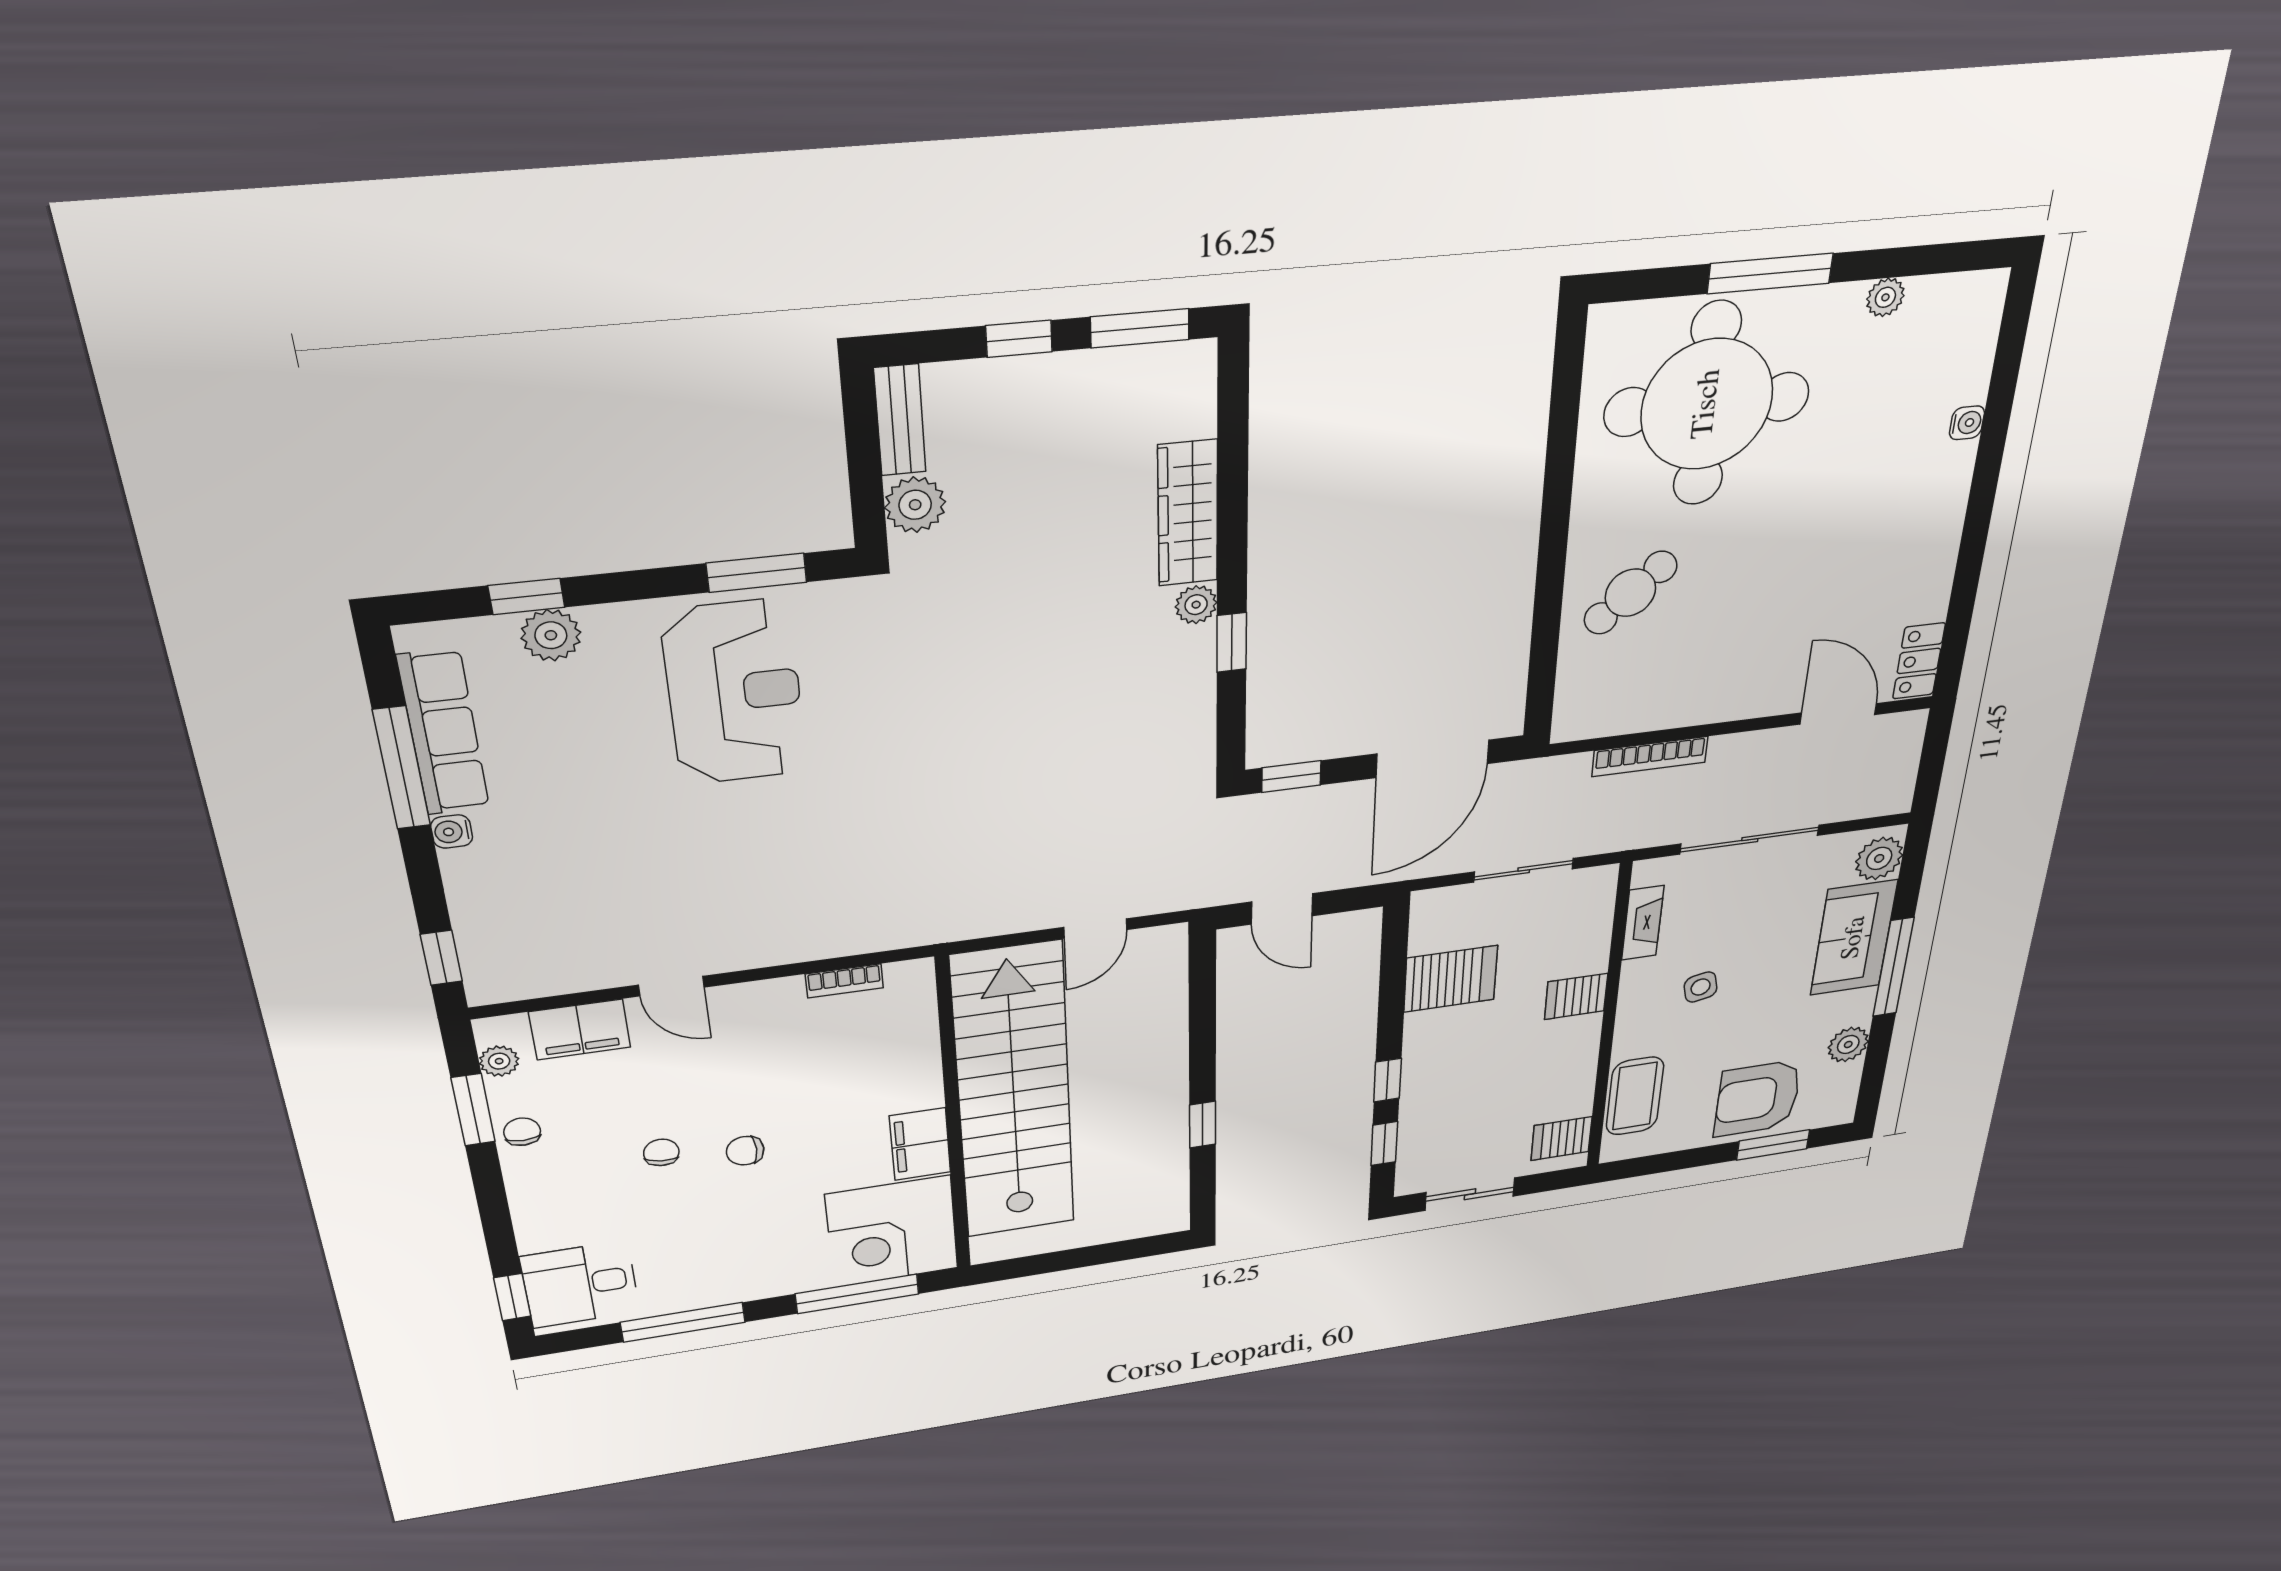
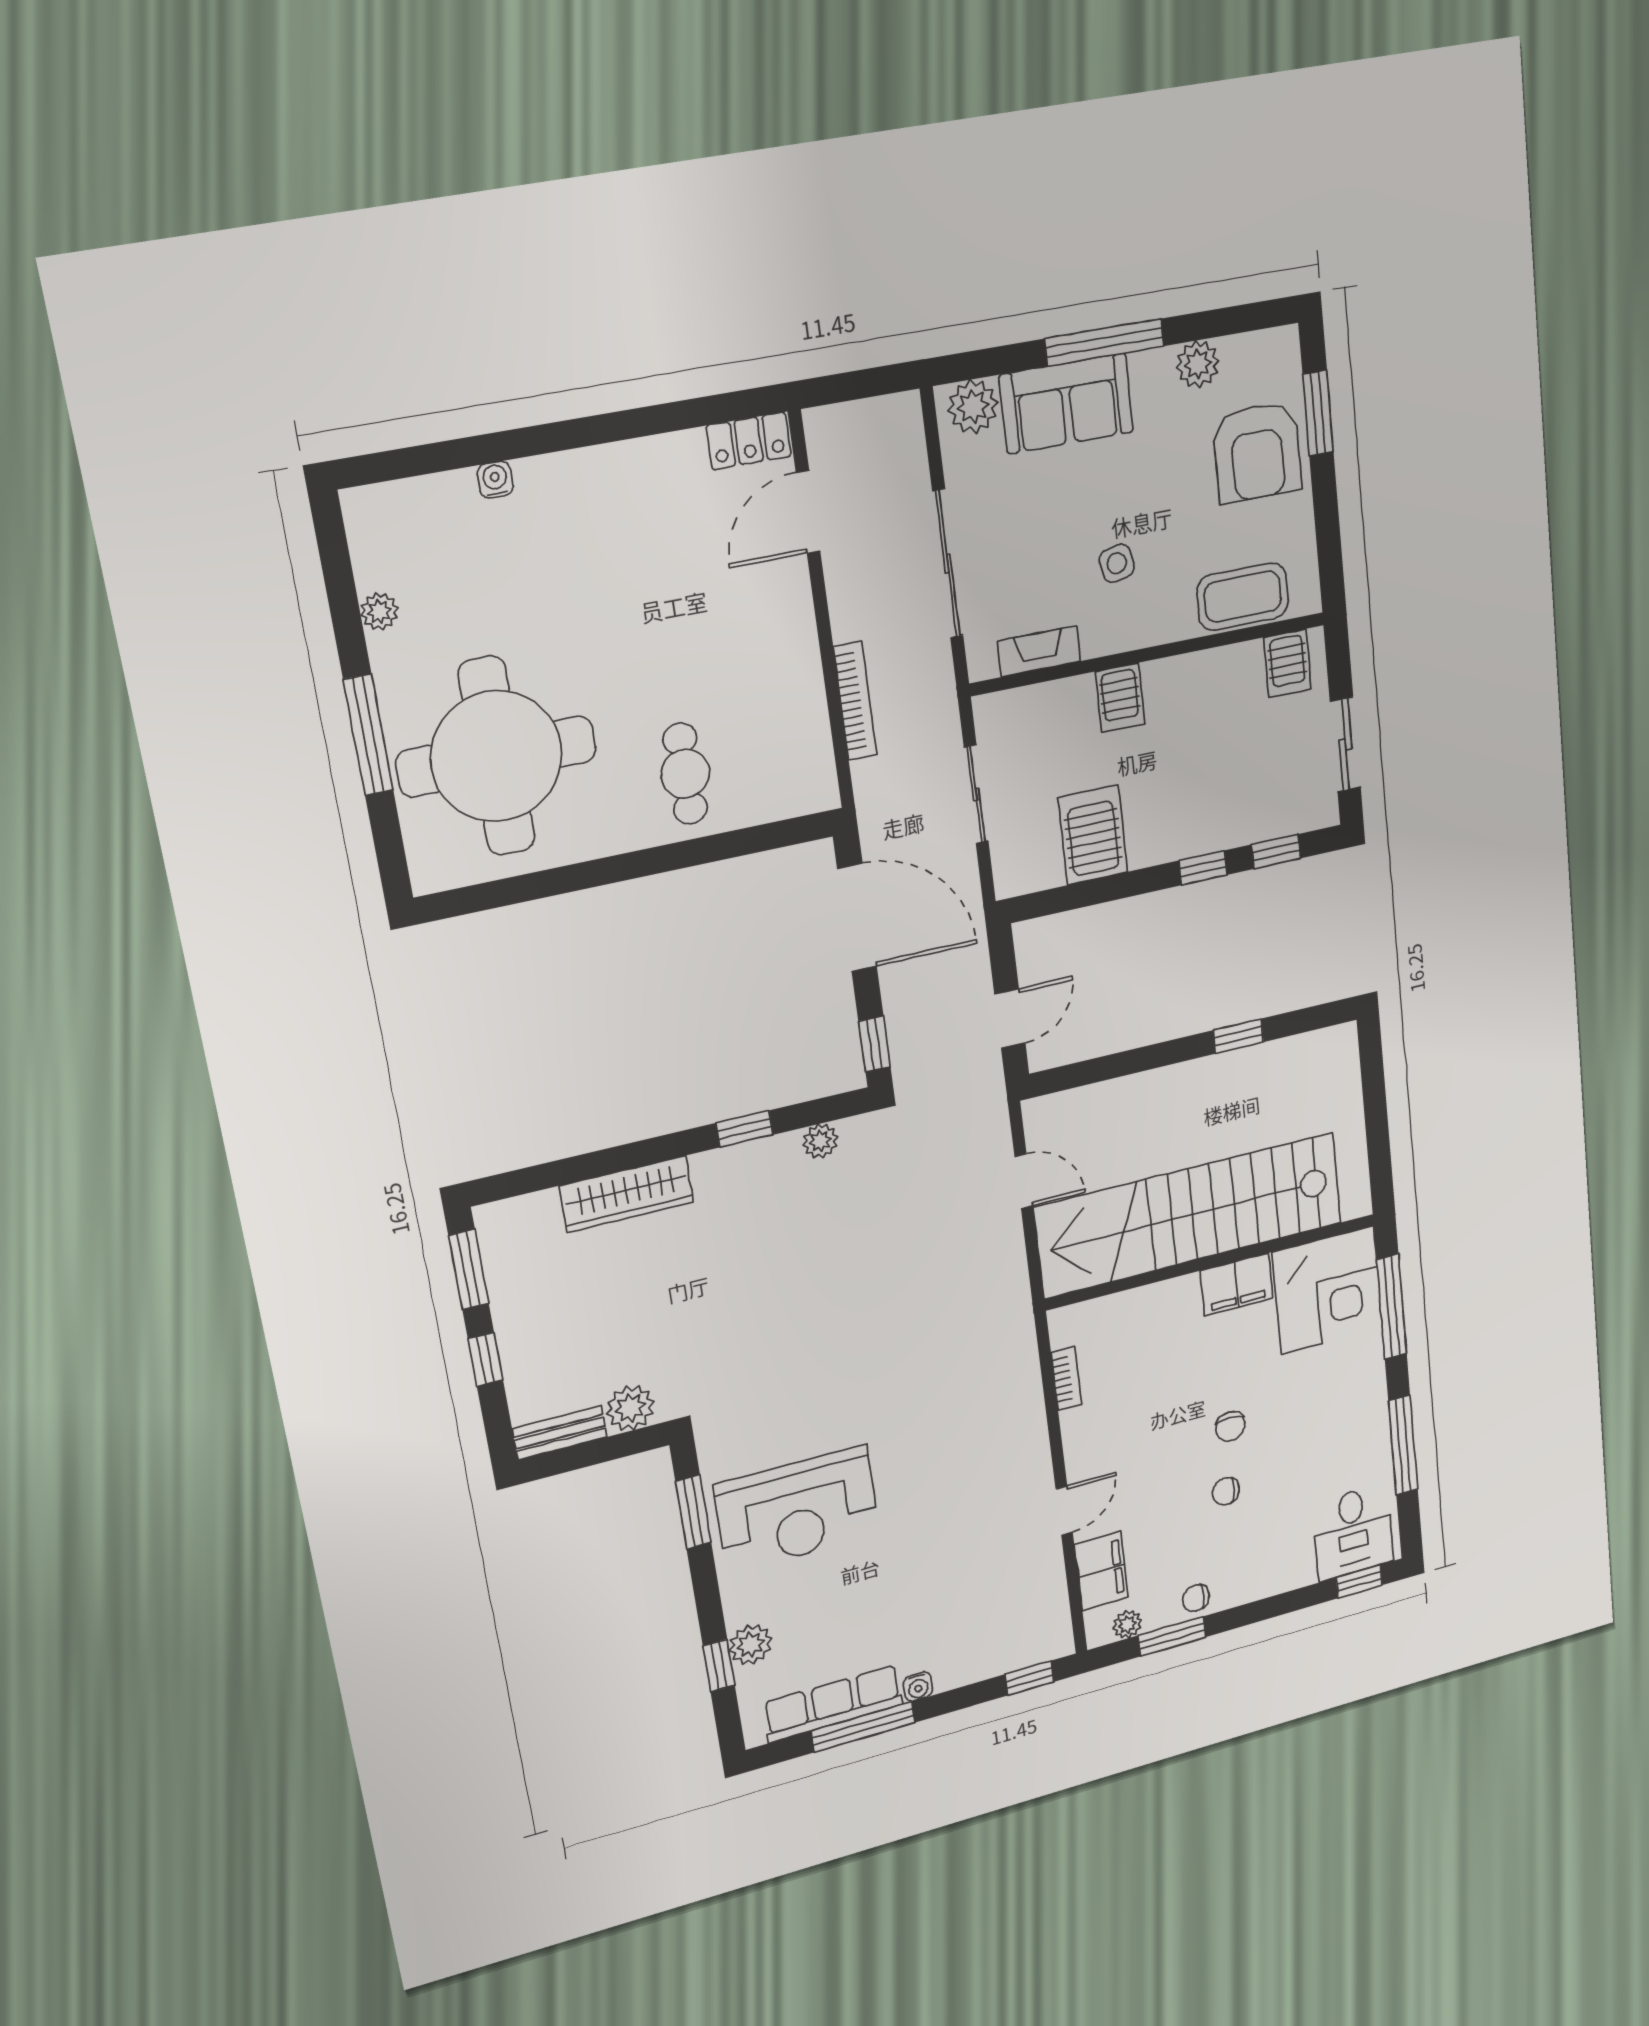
cafe table: (1631, 593) -> (685, 774), turned 41
plant: (1196, 605) -> (820, 1141), moved
reception desk: (735, 692) -> (797, 1510), turned 180

